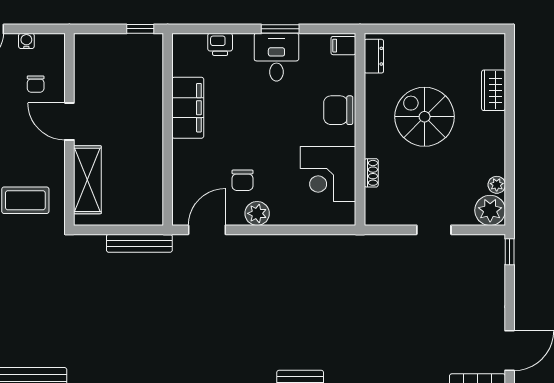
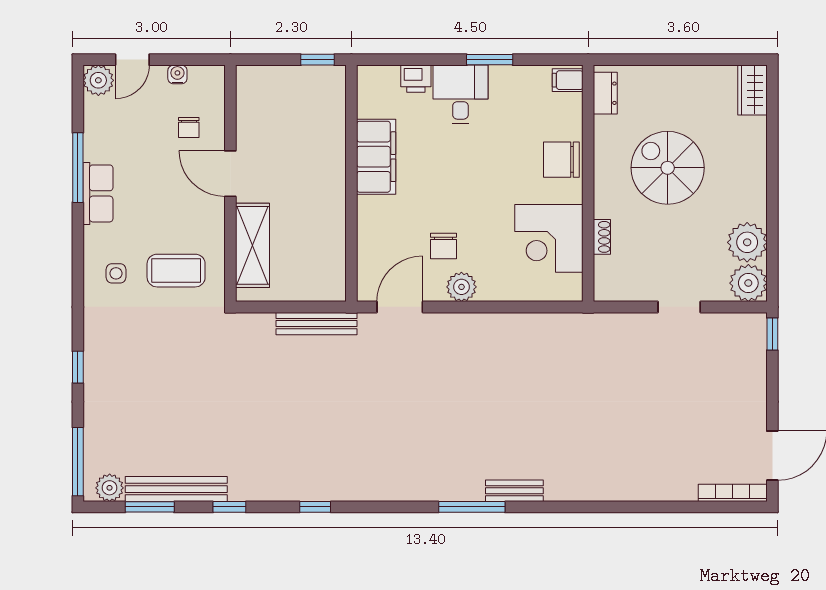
desk: (276, 57) -> (460, 94), moved
wardrobe: (493, 90) -> (752, 90), moved
plant: (497, 185) -> (747, 242), width x1.87, depth x1.87

